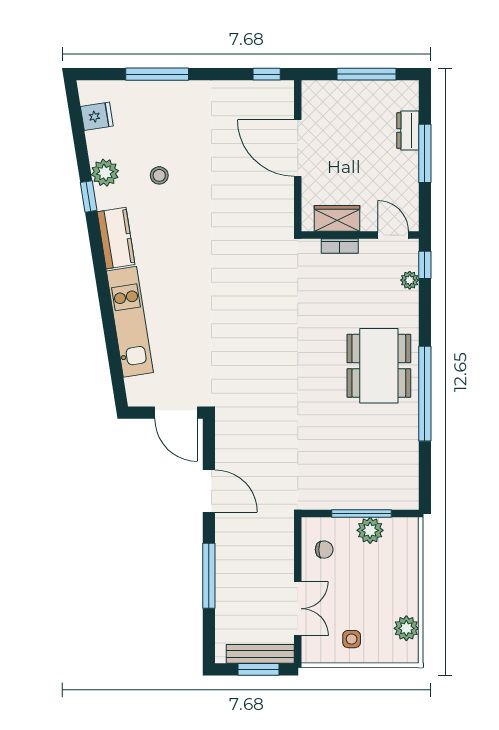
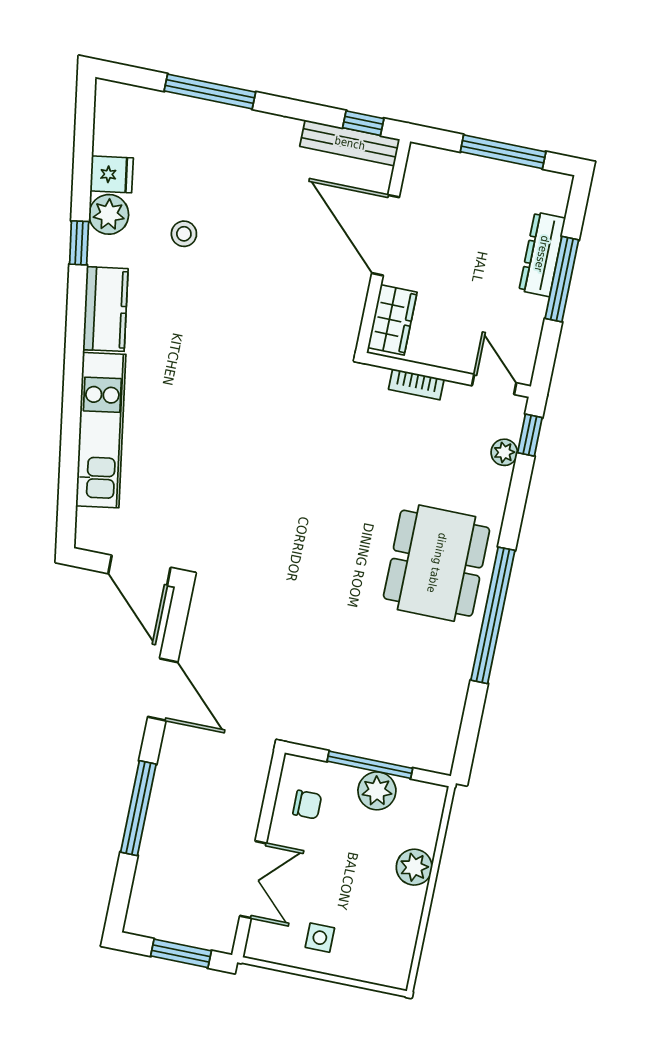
fridge: (97, 116) -> (112, 174), moved
dresser: (408, 131) -> (542, 254), width x1.44
wardrobe: (337, 218) -> (392, 320), moved, turned 90
plant: (406, 628) -> (414, 867), moved
bench: (260, 654) -> (350, 143), moved

